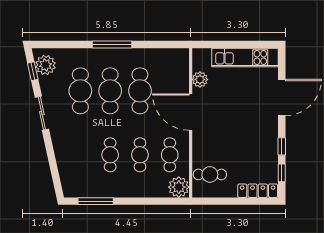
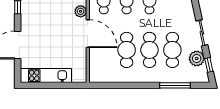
window: (112, 45) -> (175, 85), moved
plant: (45, 65) -> (197, 58), moved
plant: (200, 79) -> (81, 11), moved

